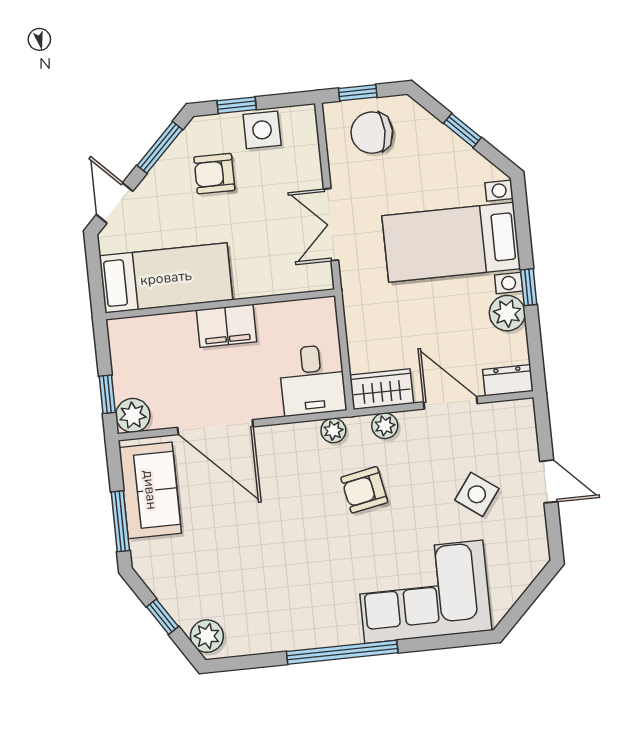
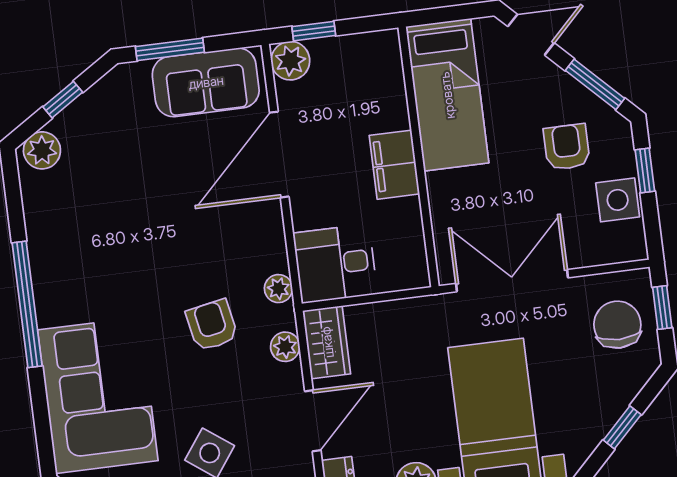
double door: (331, 225) -> (512, 281), width x1.37

